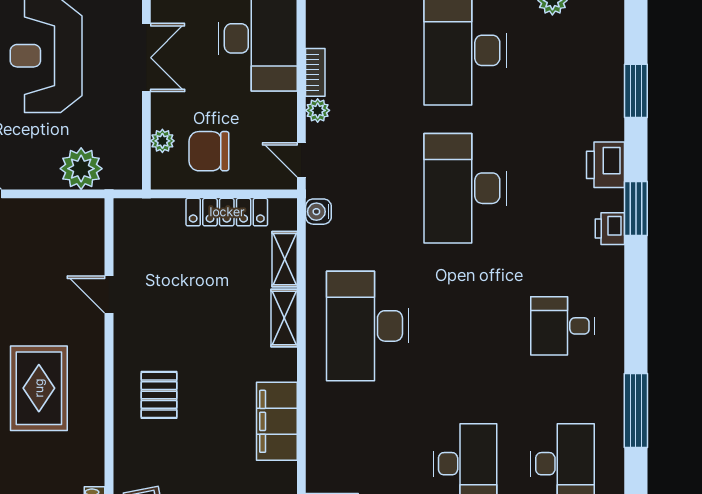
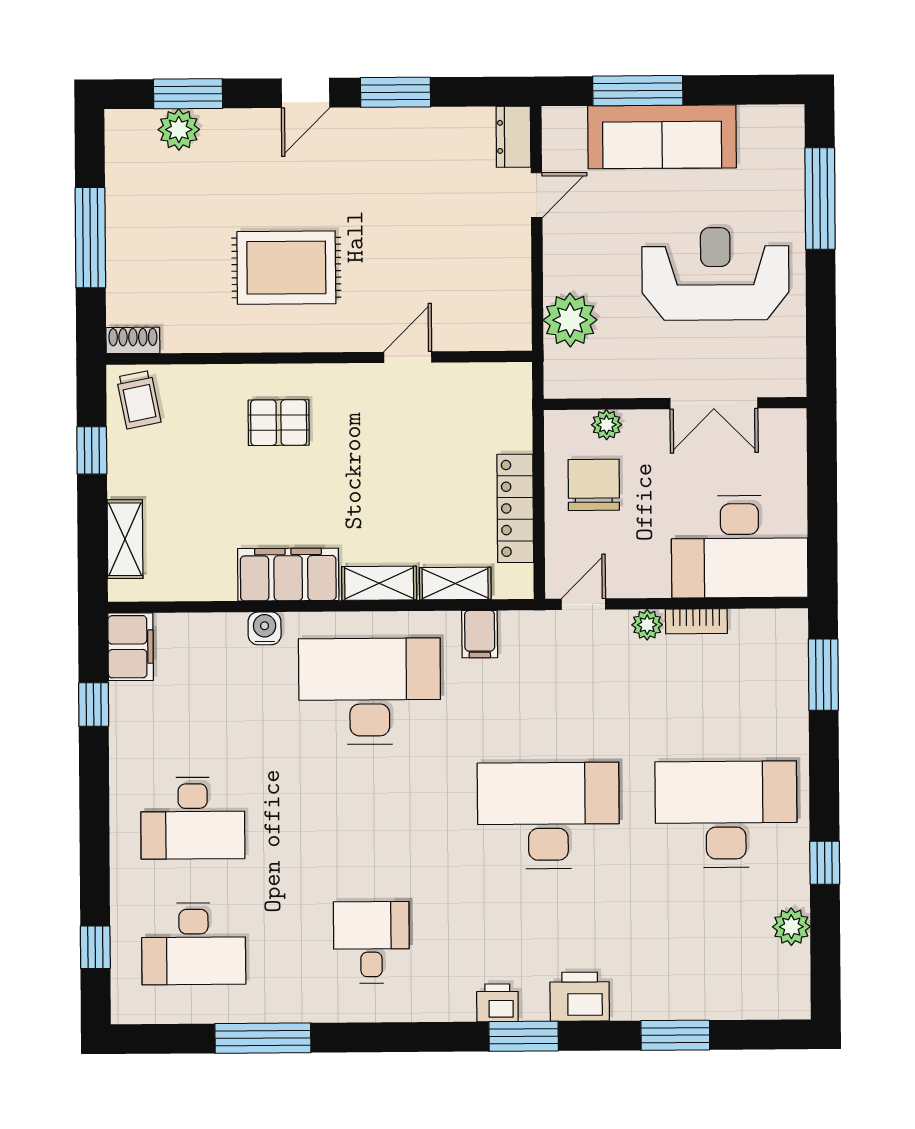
water cooler: (318, 212) -> (265, 628), moved
filing cabinet: (324, 240) -> (480, 634), added
filing cabinet: (277, 421) -> (288, 575), moved

